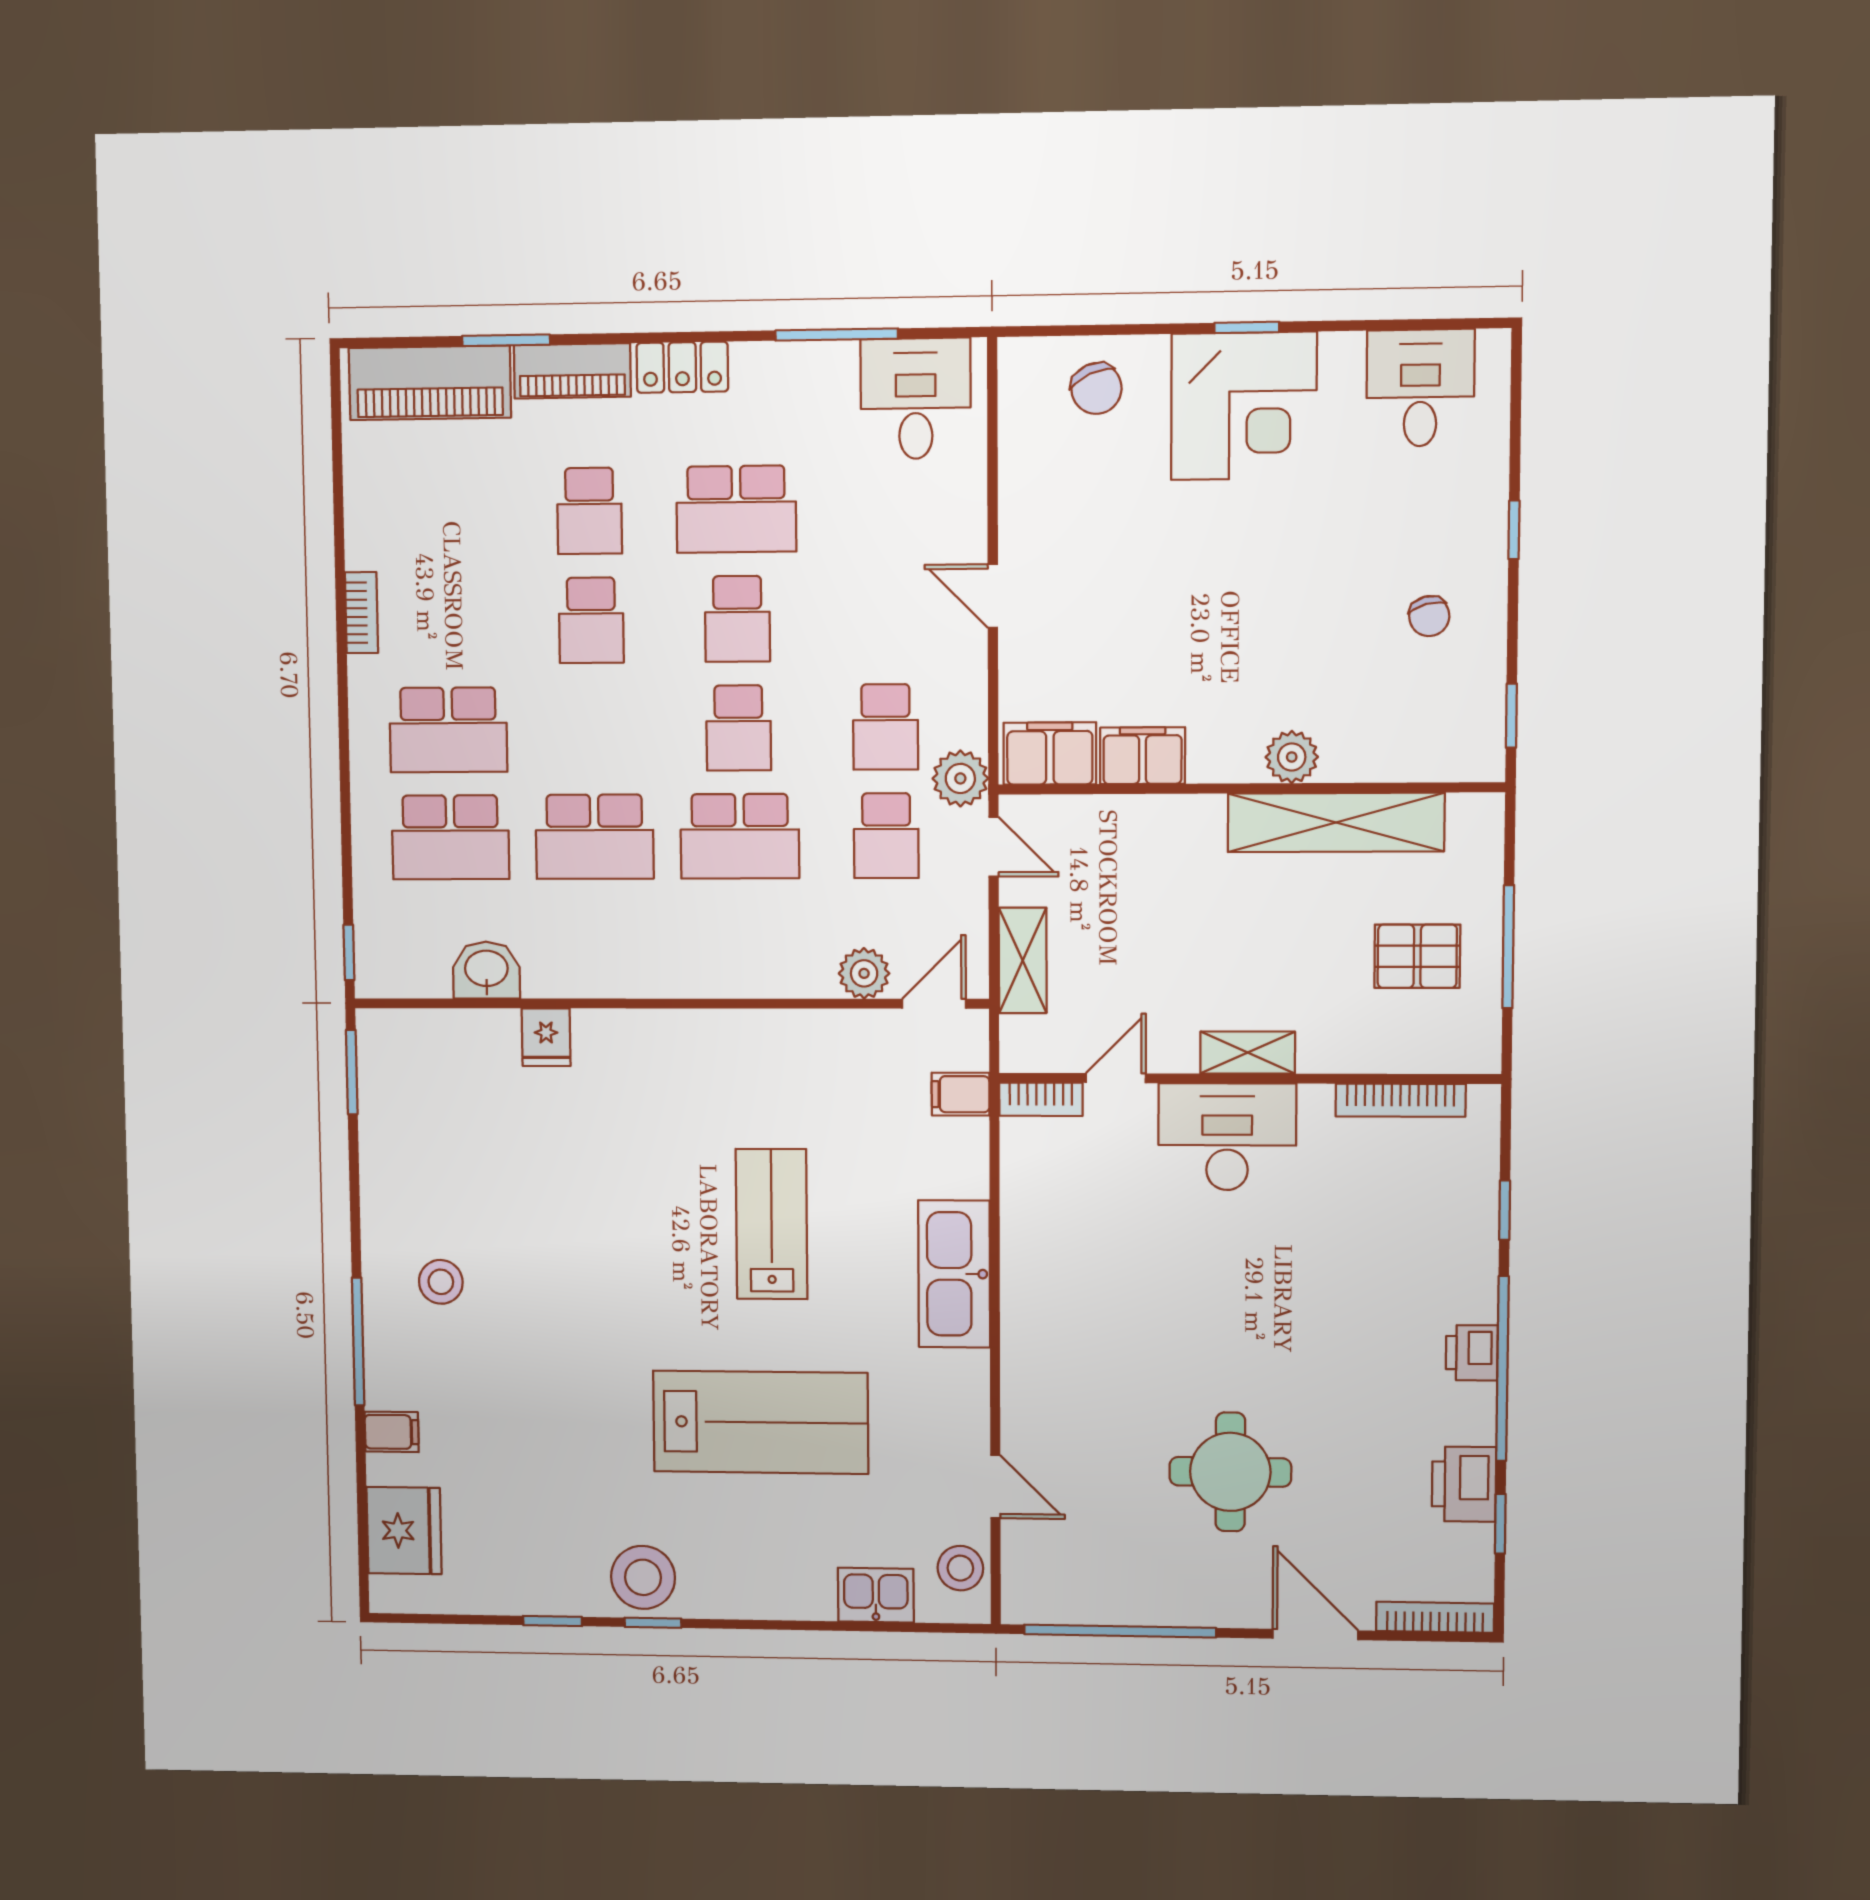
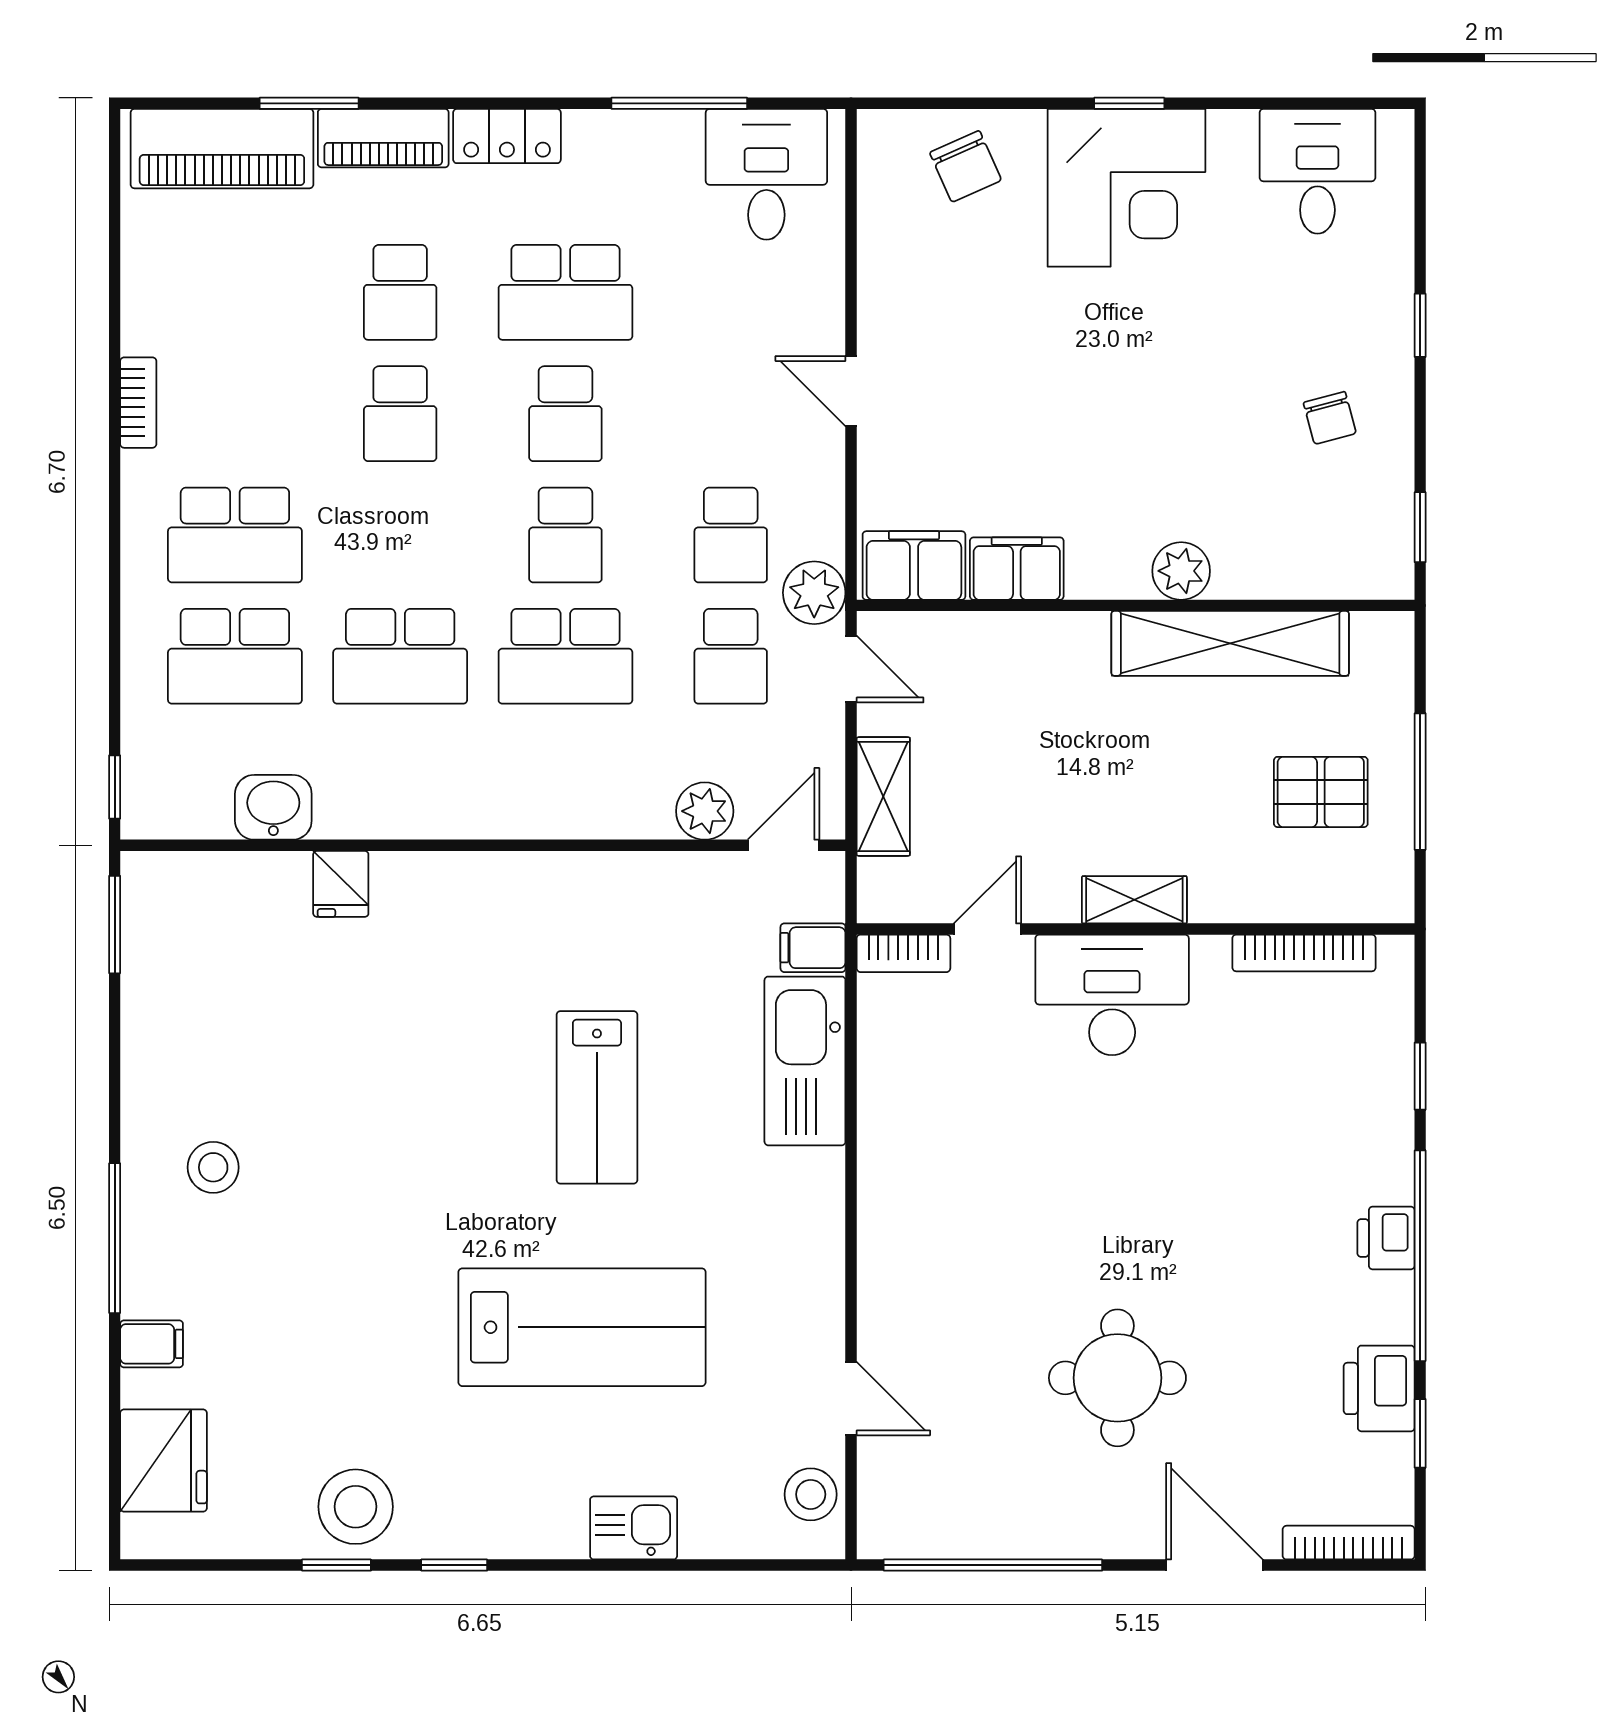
lab bench: (772, 1224) -> (597, 1097), turned 180
kitchen sink: (954, 1274) -> (805, 1061), moved
stool: (643, 1577) -> (356, 1507), moved
kitchen sink: (876, 1595) -> (634, 1528), moved

